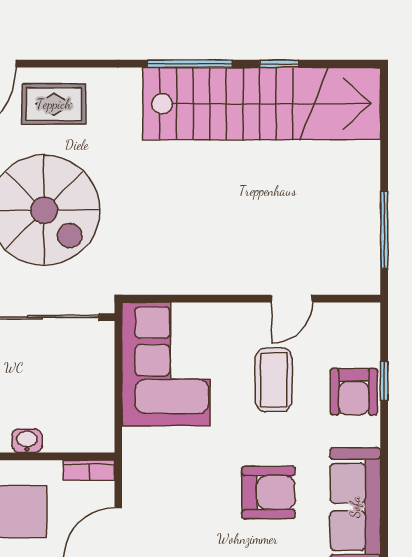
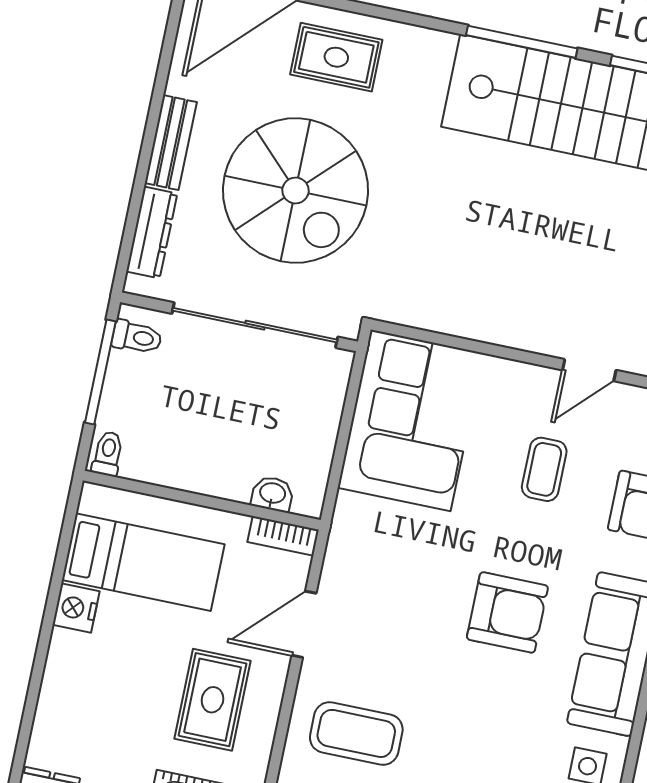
coffee table: (274, 380) -> (544, 469), width x0.73, depth x0.77
washbasin: (27, 441) -> (272, 494), moved

